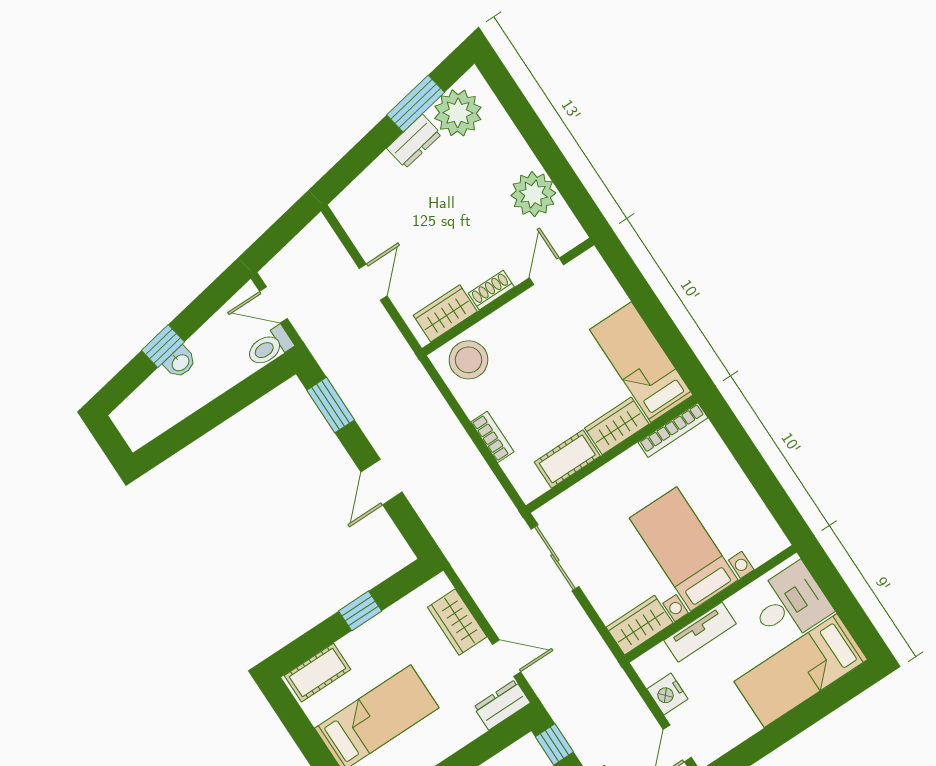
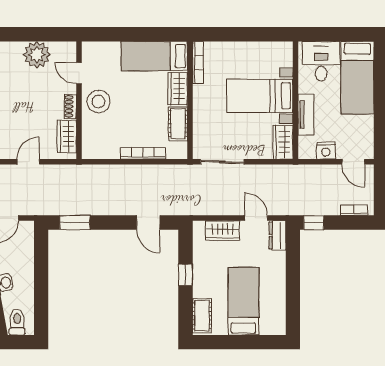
door: (373, 282) -> (28, 162), hinge flipped
toilet: (269, 347) -> (17, 322), moved, turned 180
stool: (469, 360) -> (99, 101), moved
bookcase: (492, 437) -> (143, 153), width x1.56
door: (381, 482) -> (148, 223), moved
door: (506, 658) -> (256, 218), hinge flipped

